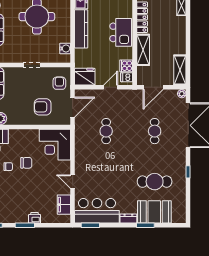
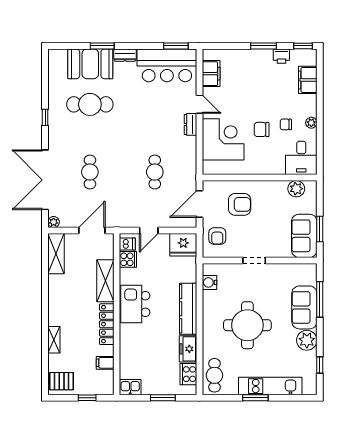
corner desk: (55, 145) -> (223, 139), moved
dresser: (79, 167) -> (191, 124), added
printer: (35, 218) -> (281, 56), moved

